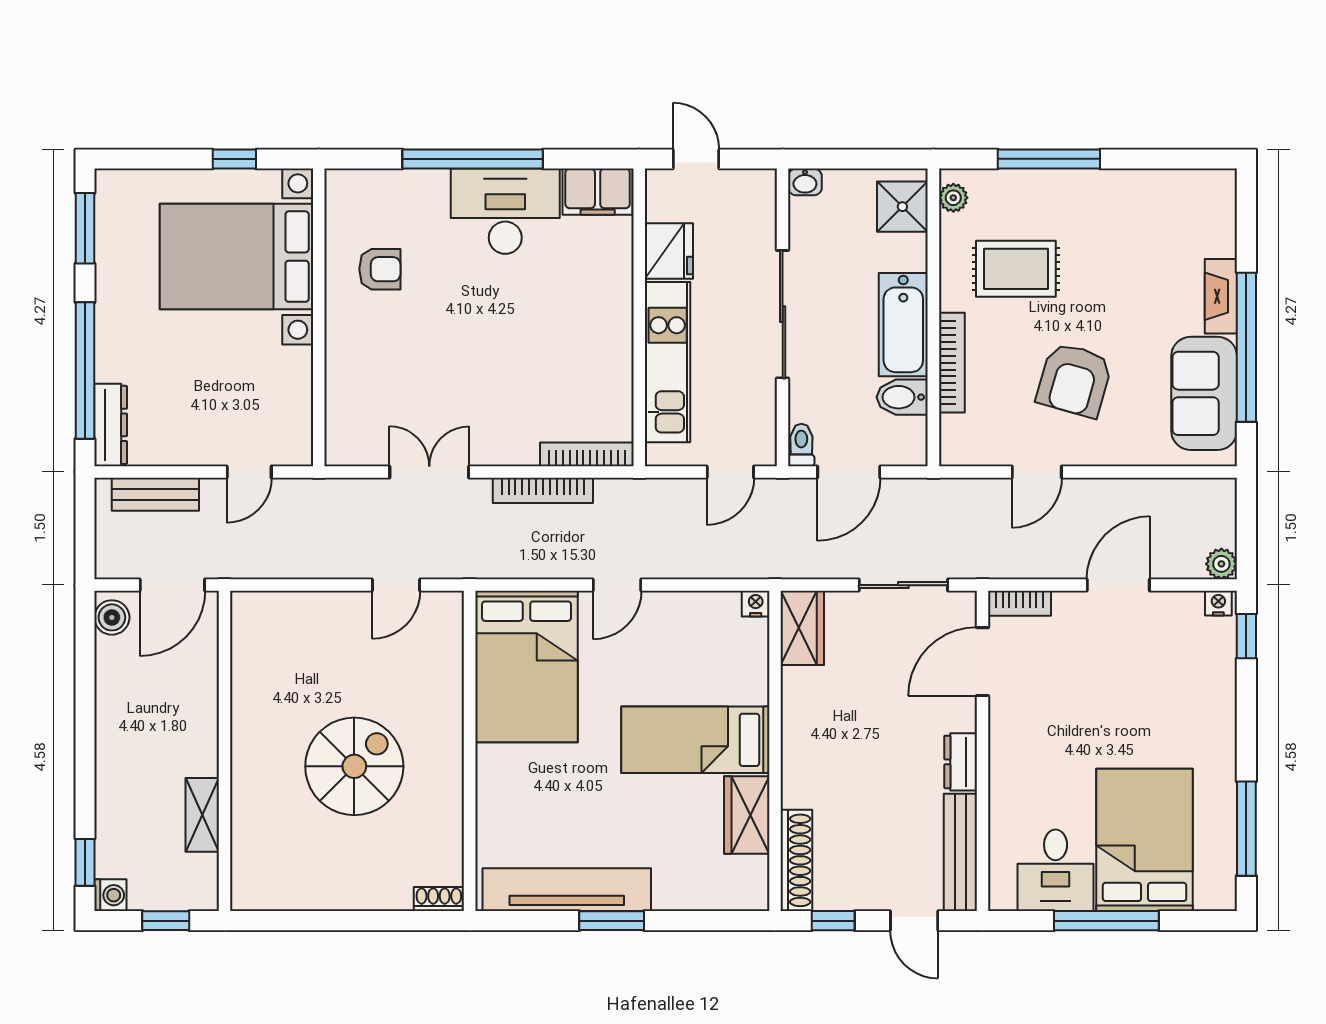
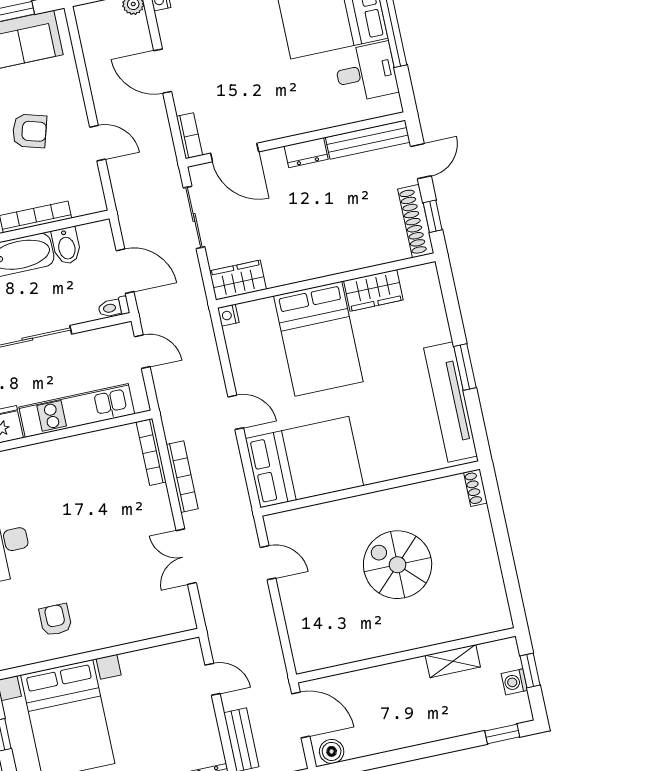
armchair: (1074, 380) -> (30, 131), width x0.72, depth x0.72
bed: (695, 740) -> (318, 339), width x1.50
shoe rack: (796, 860) -> (416, 221), moved, turned -90
washing machine: (110, 895) -> (514, 682), moved, turned -90

